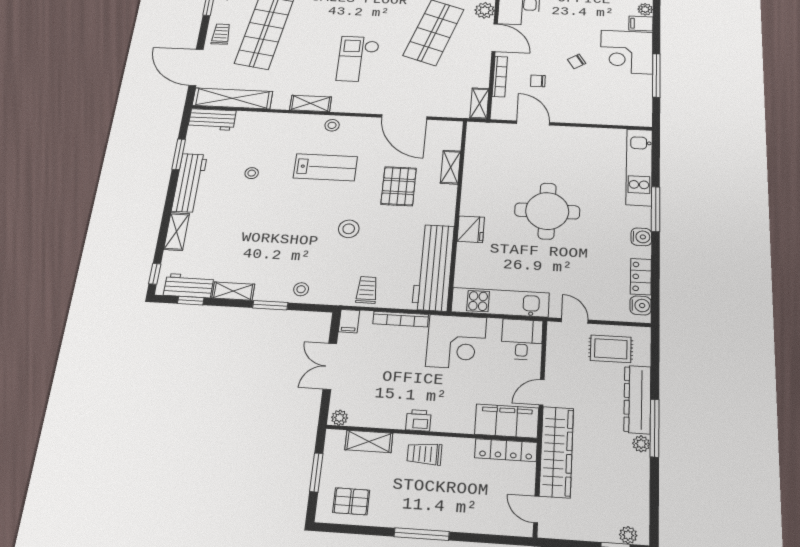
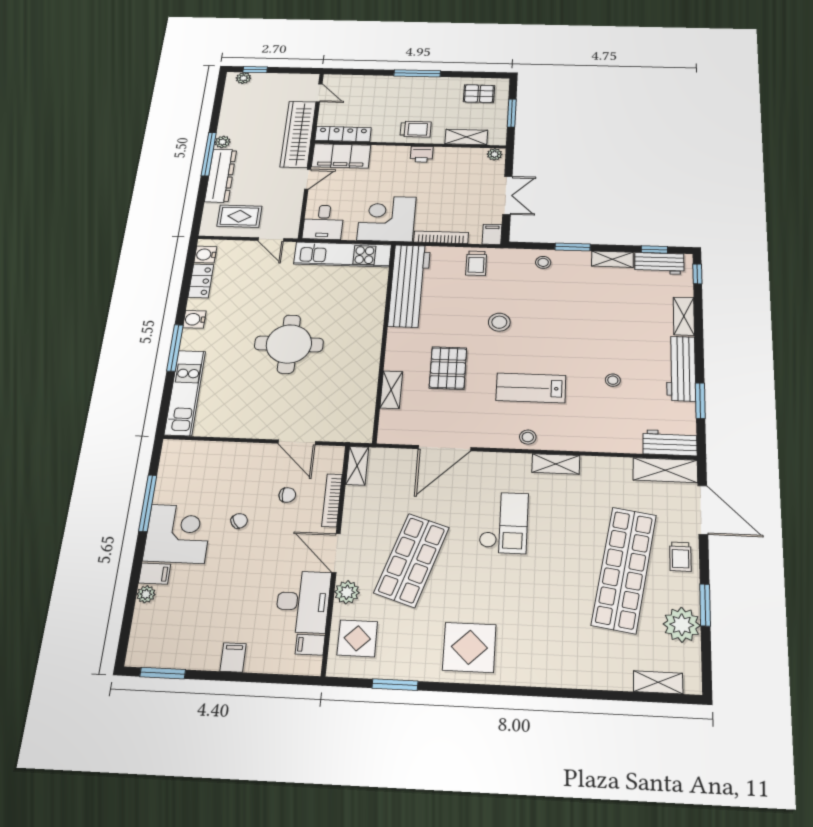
shelving: (232, 98) -> (665, 470), width x0.68
door: (404, 117) -> (444, 448), swing flipped
fridge: (471, 229) -> (370, 324), removed

